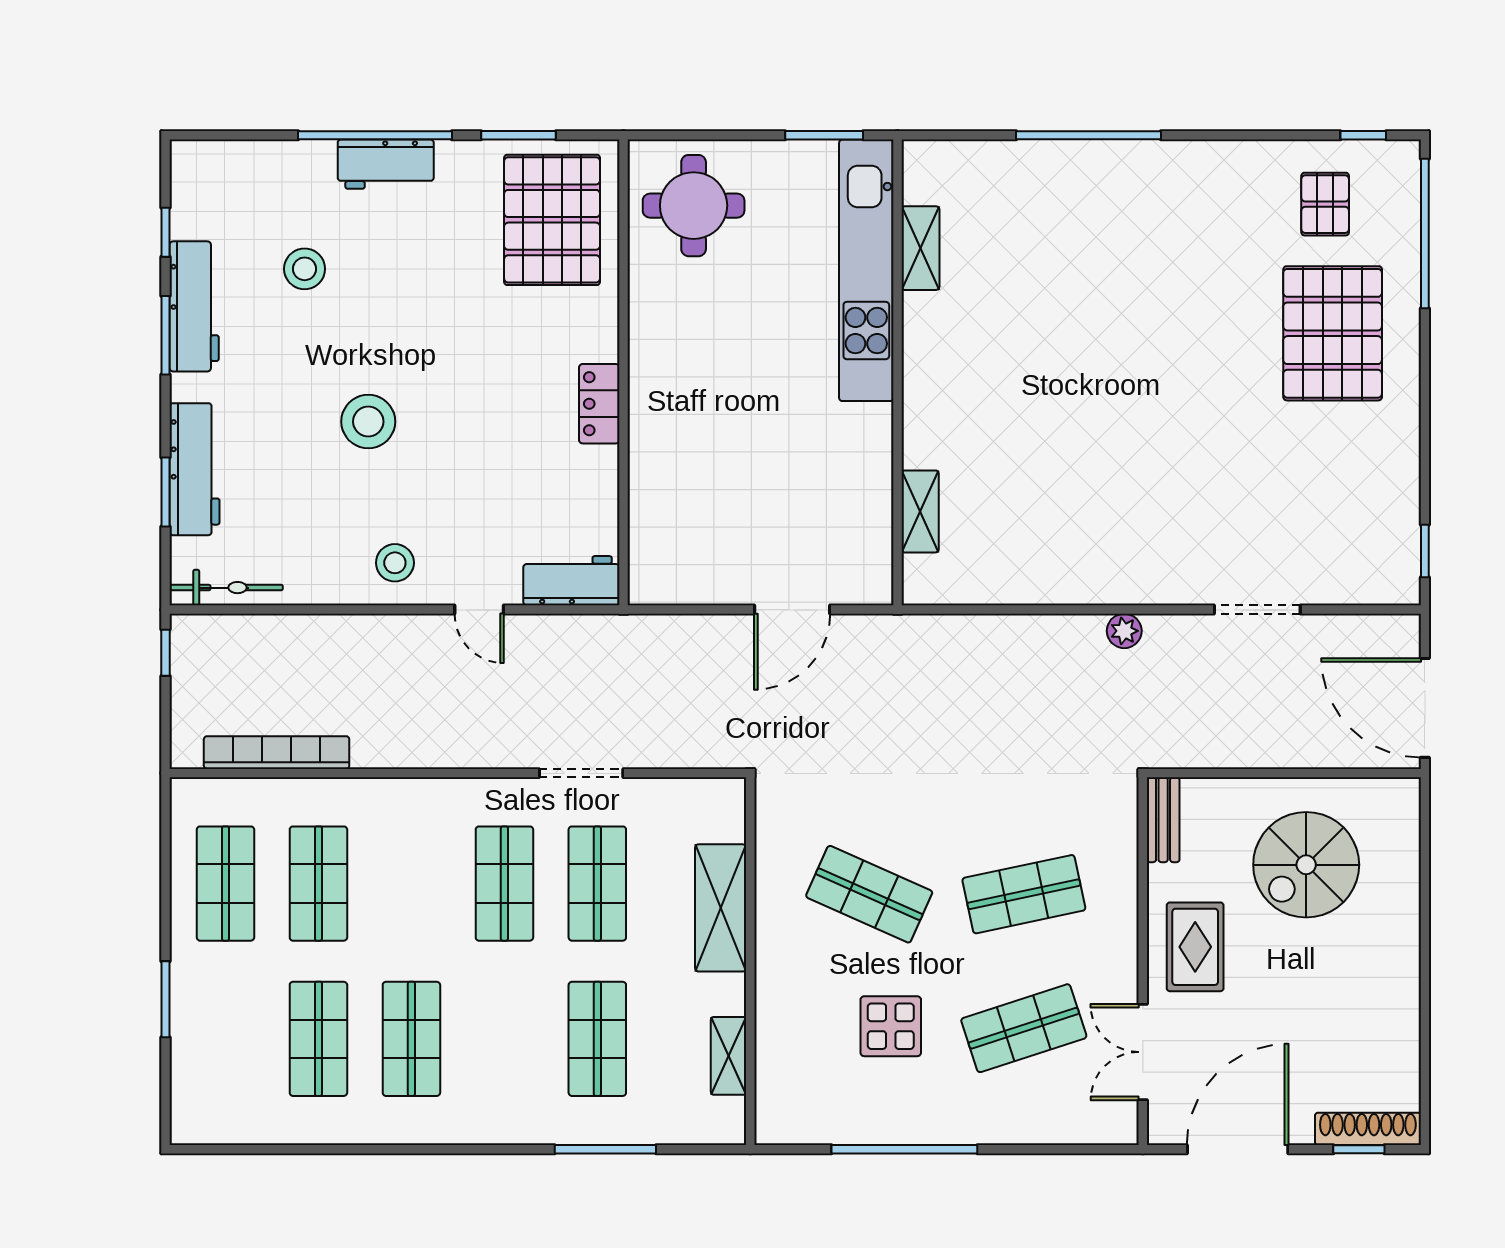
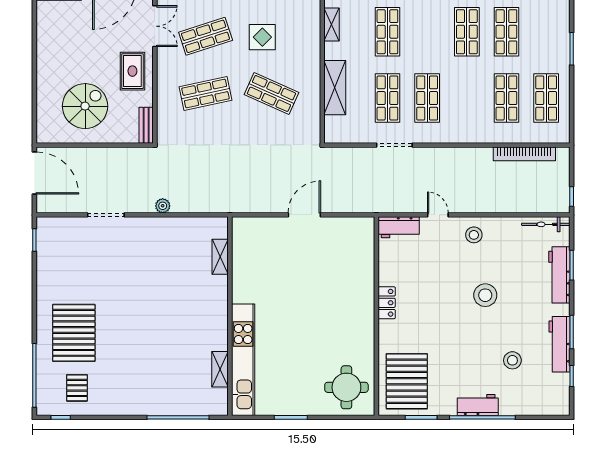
shelving: (920, 248) -> (220, 369), moved
kitchen unit: (866, 270) -> (243, 360), moved
wall: (897, 372) -> (230, 316), moved
shelving: (920, 511) -> (220, 257), moved

